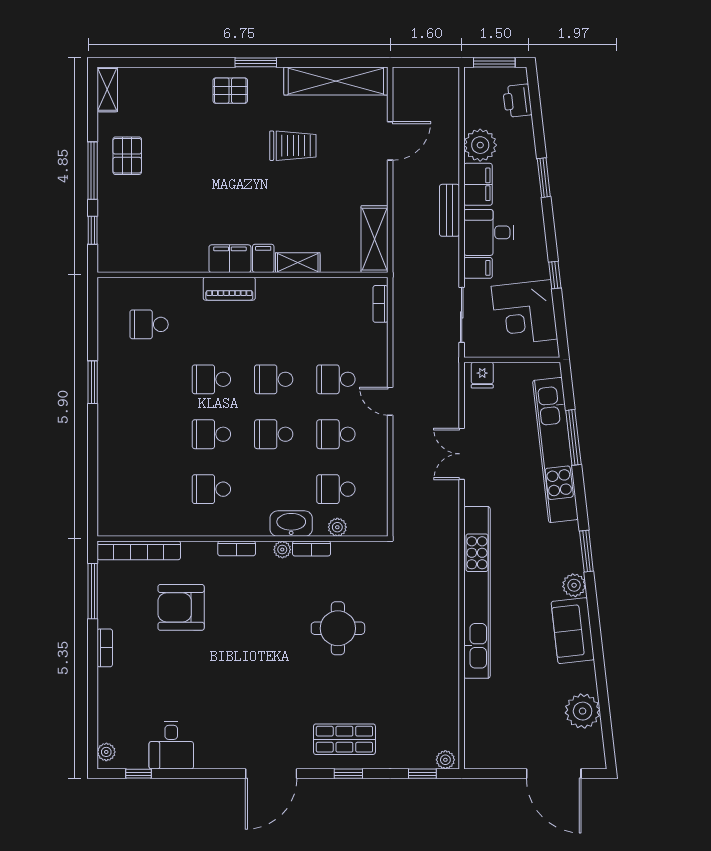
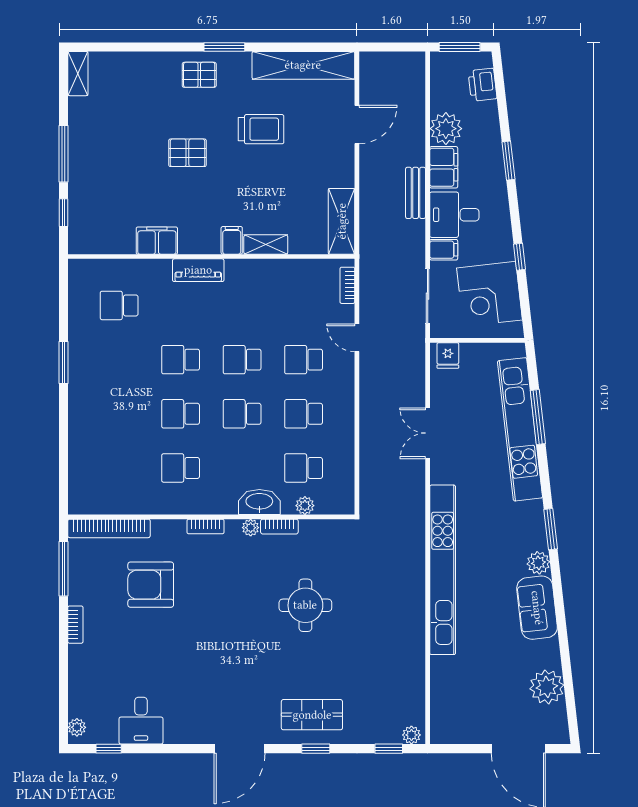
pallet: (127, 156) -> (187, 153), moved, turned 90
filing cabinet: (230, 259) -> (157, 241), moved
door: (390, 401) -> (357, 338), moved

